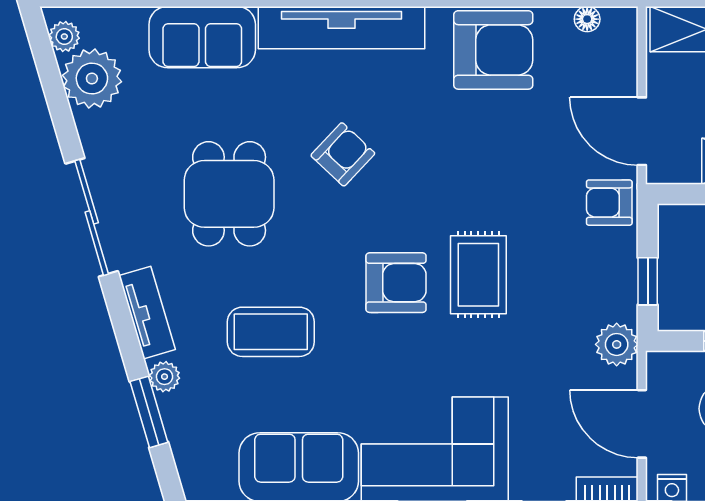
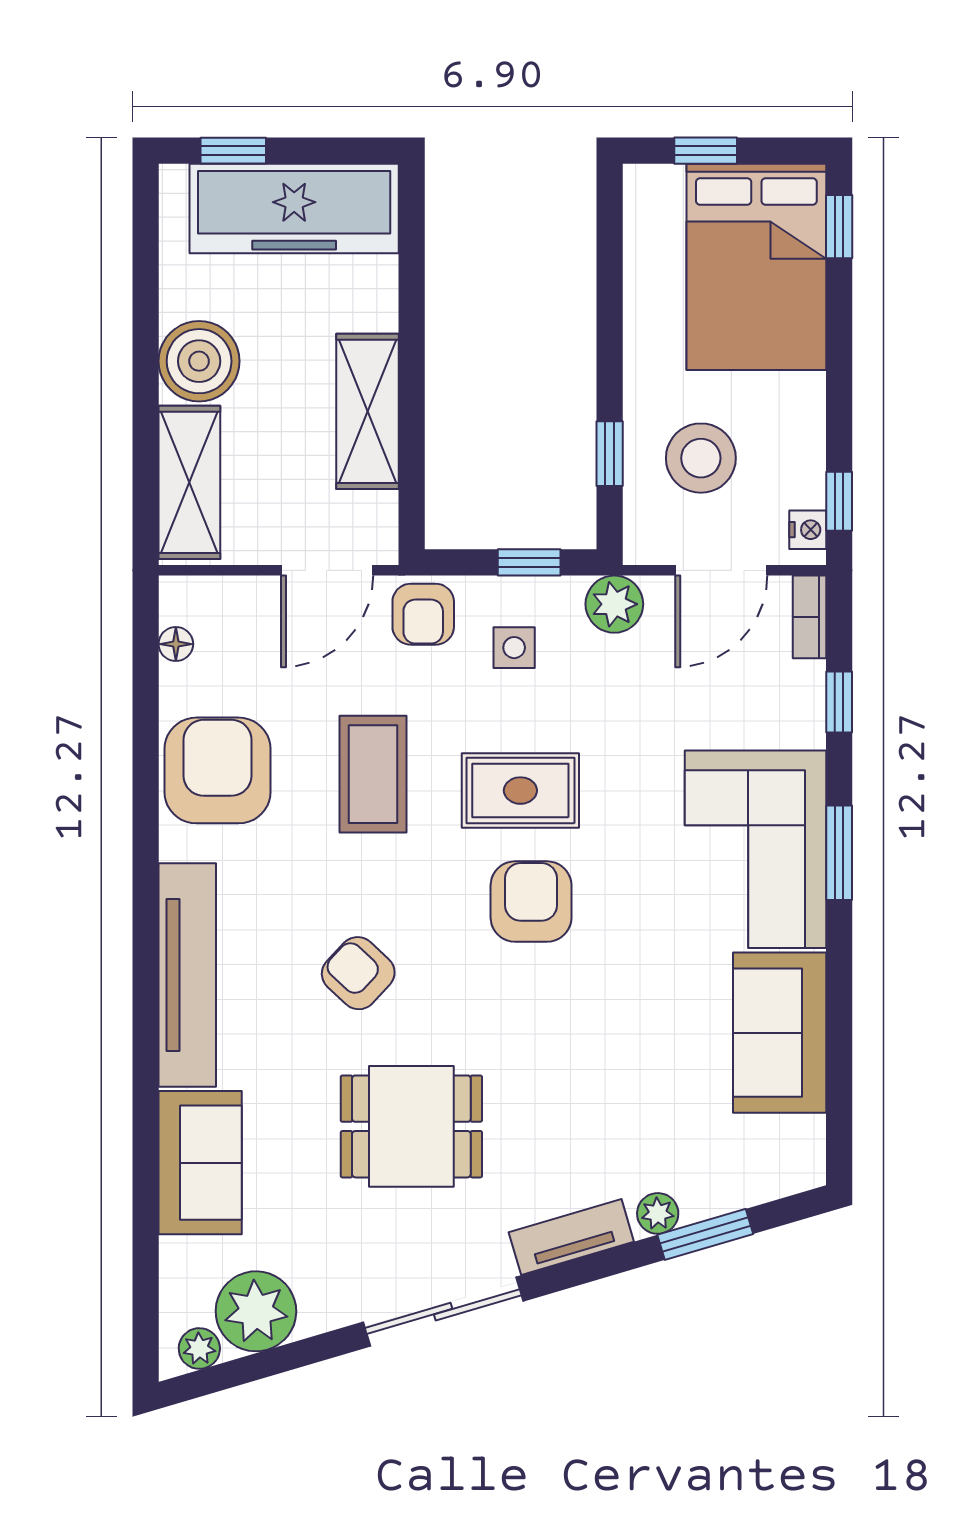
side table: (584, 270) -> (514, 648), added
coffee table: (271, 332) -> (373, 774), moved

